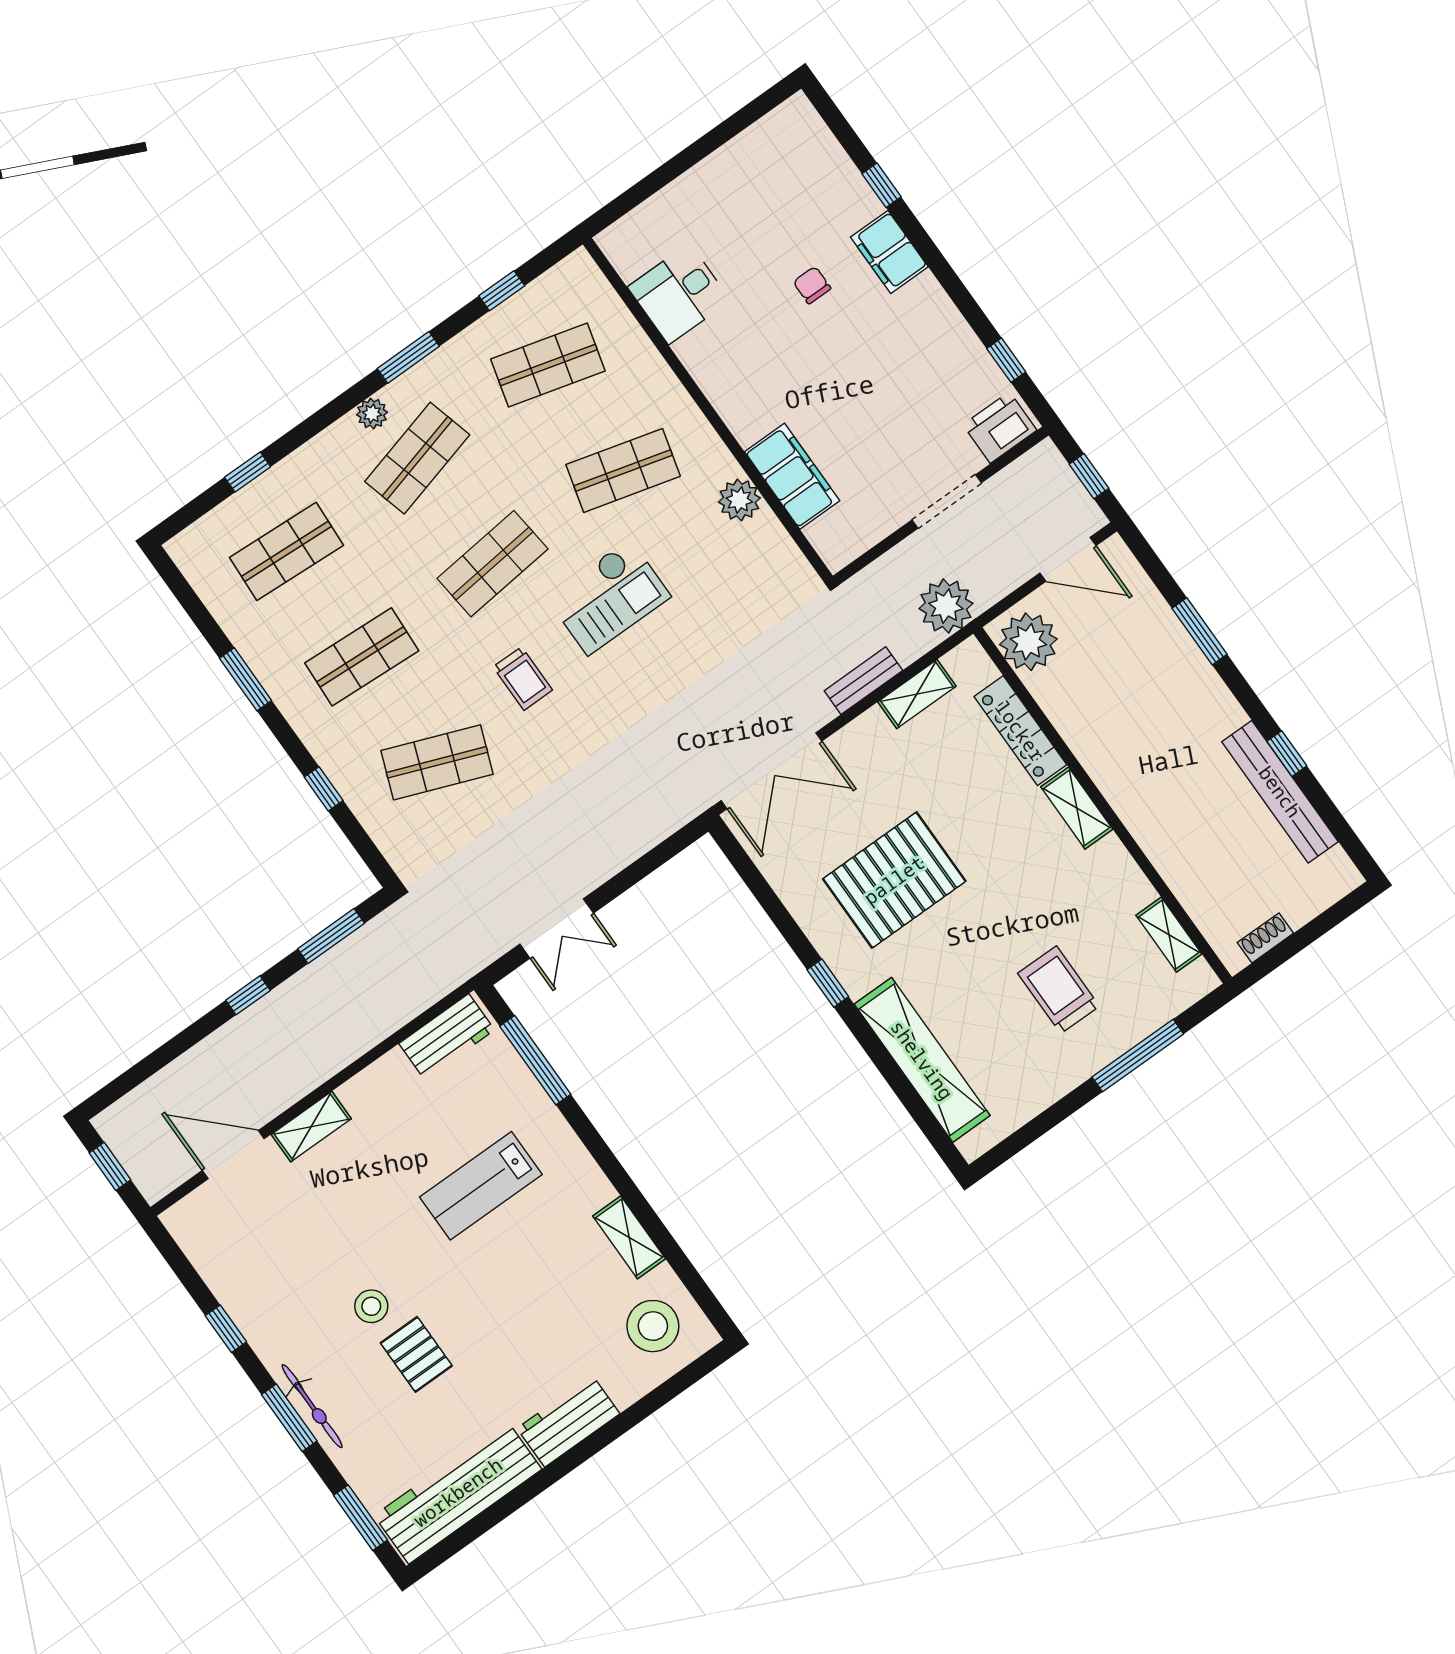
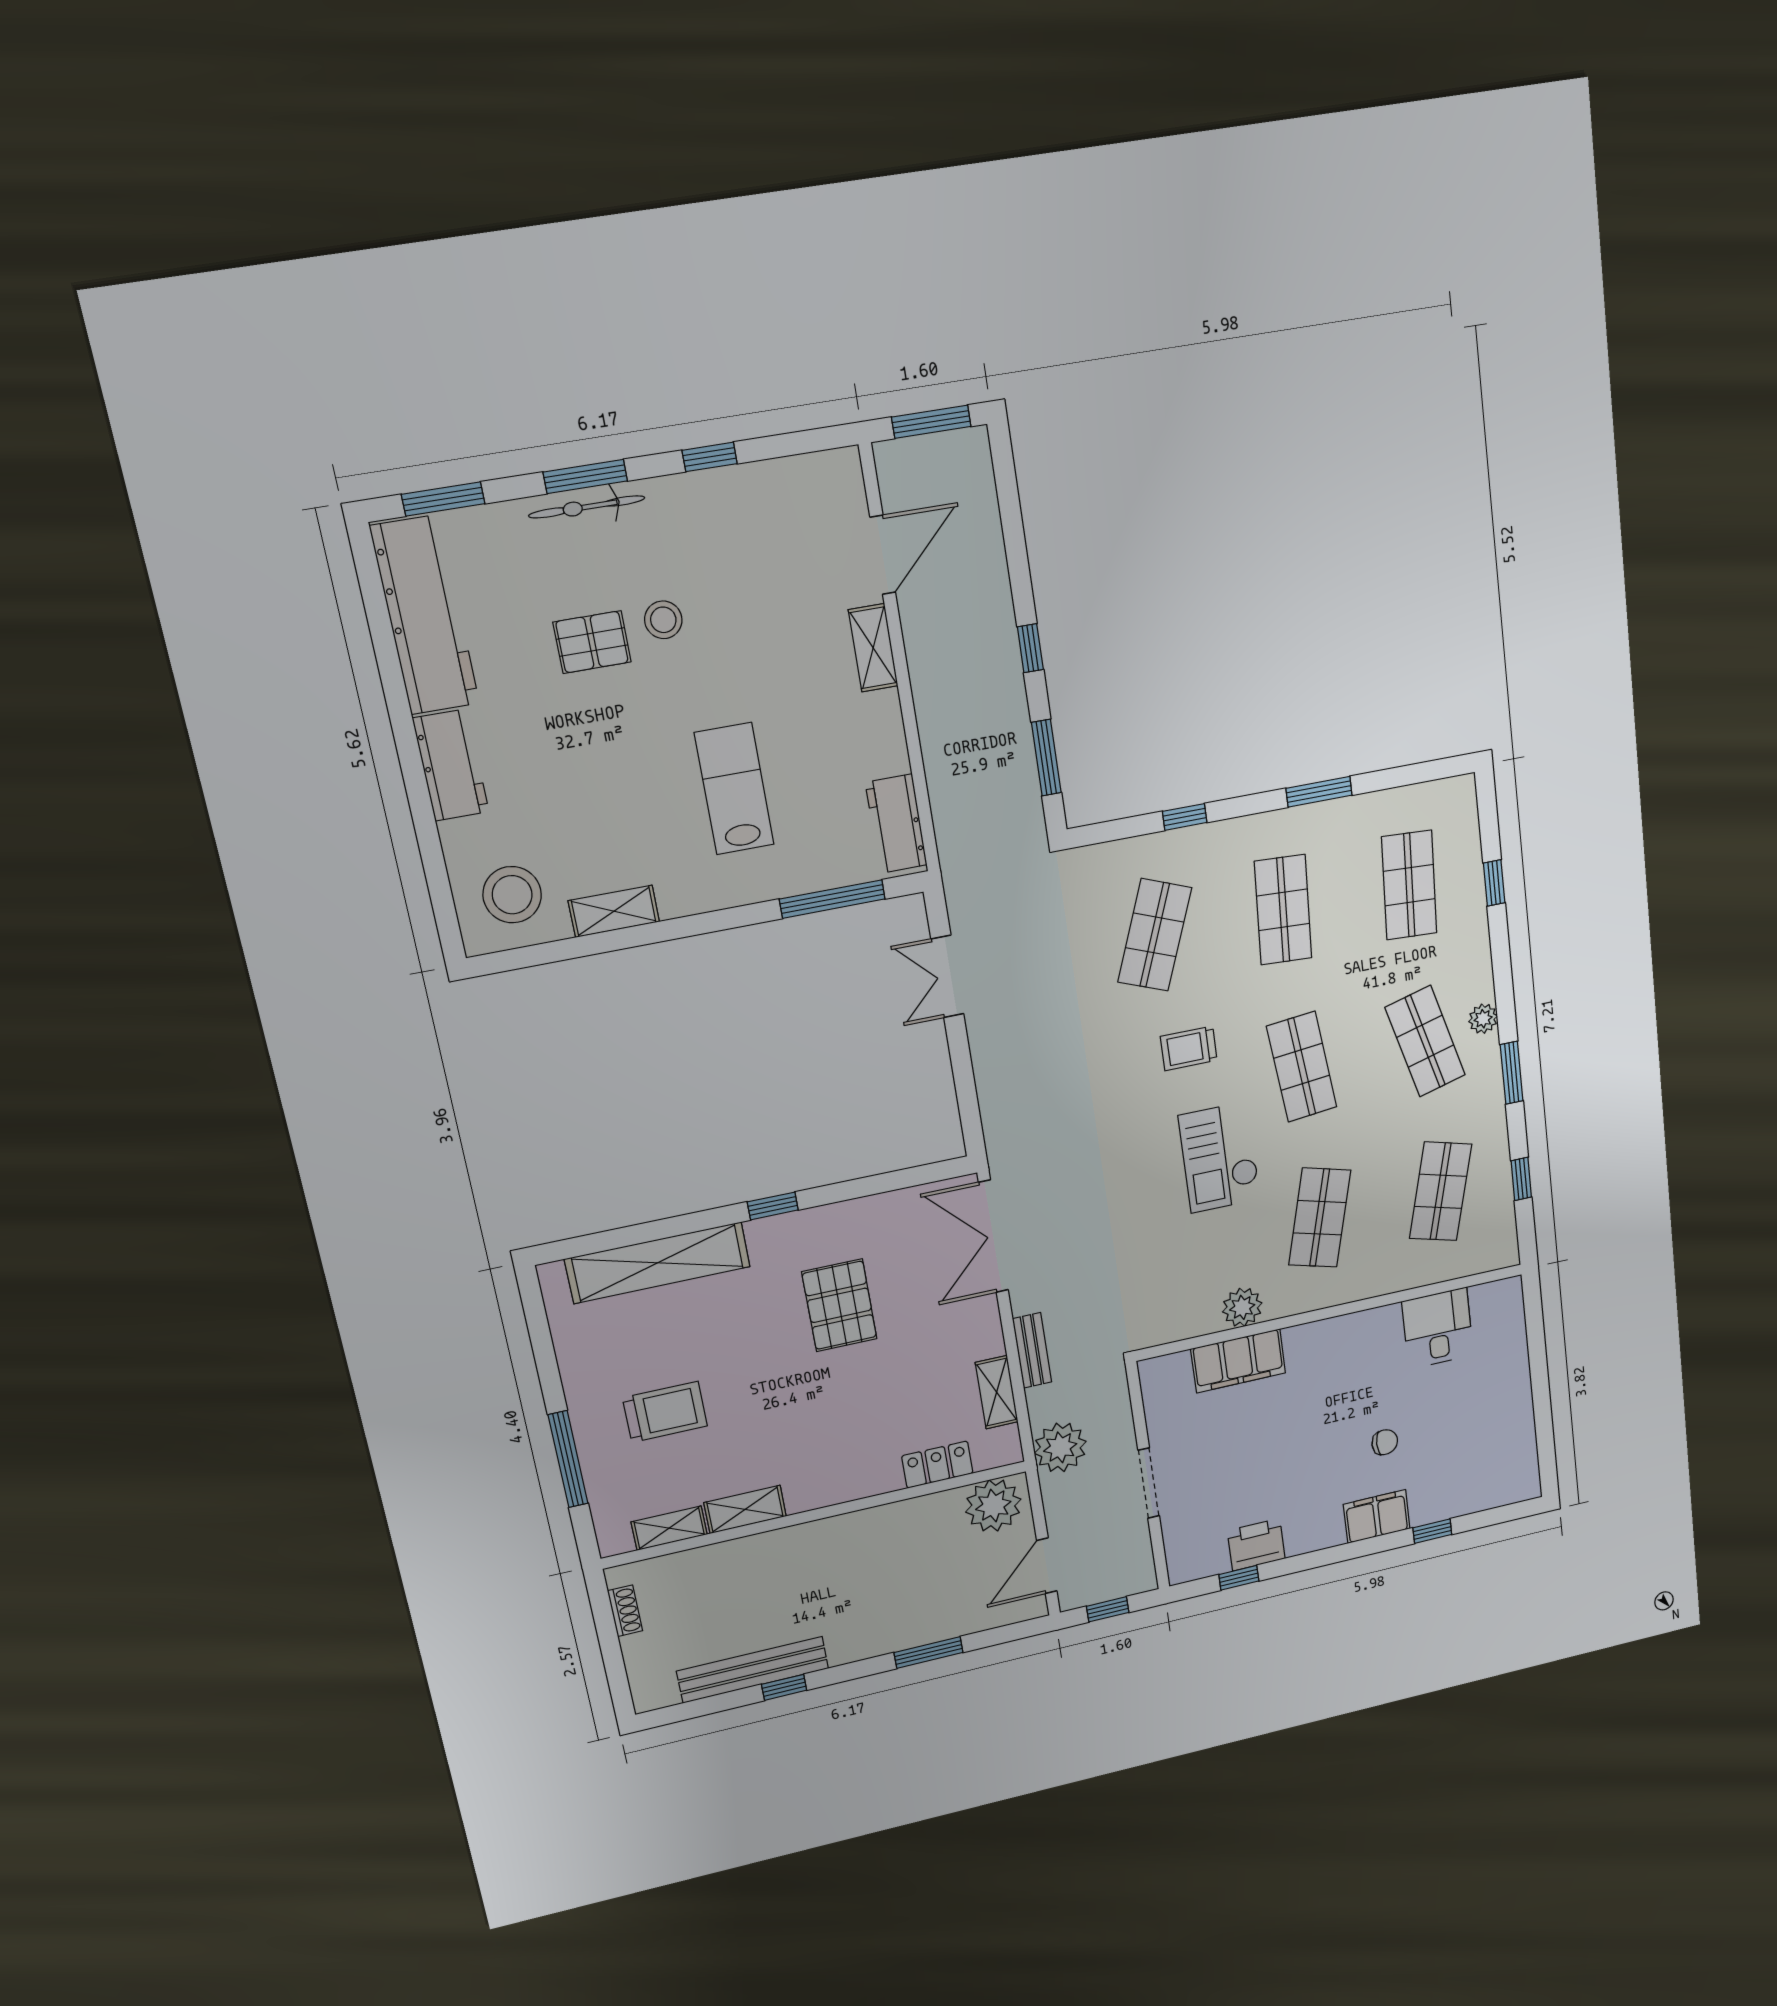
printer: (1000, 427) -> (1256, 1545), moved, turned -90
locker: (1020, 731) -> (937, 1465), width x0.66
shelving: (1077, 808) -> (745, 1509), moved
pallet: (894, 880) -> (839, 1305), width x0.73, depth x0.71
window: (110, 1166) -> (931, 422), width x1.50

